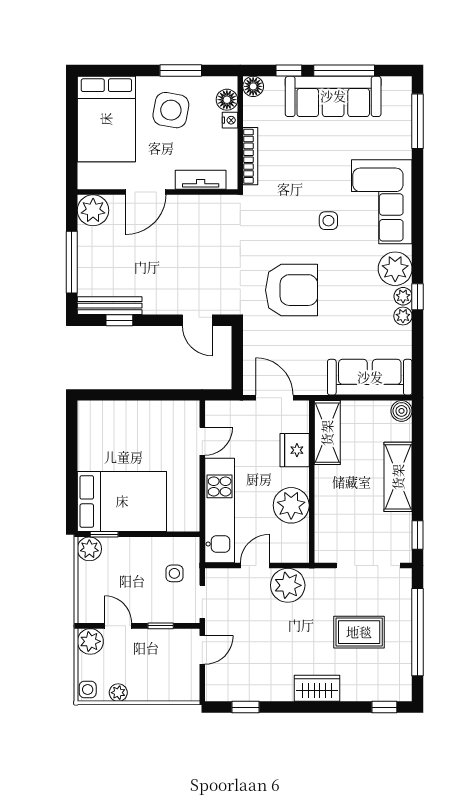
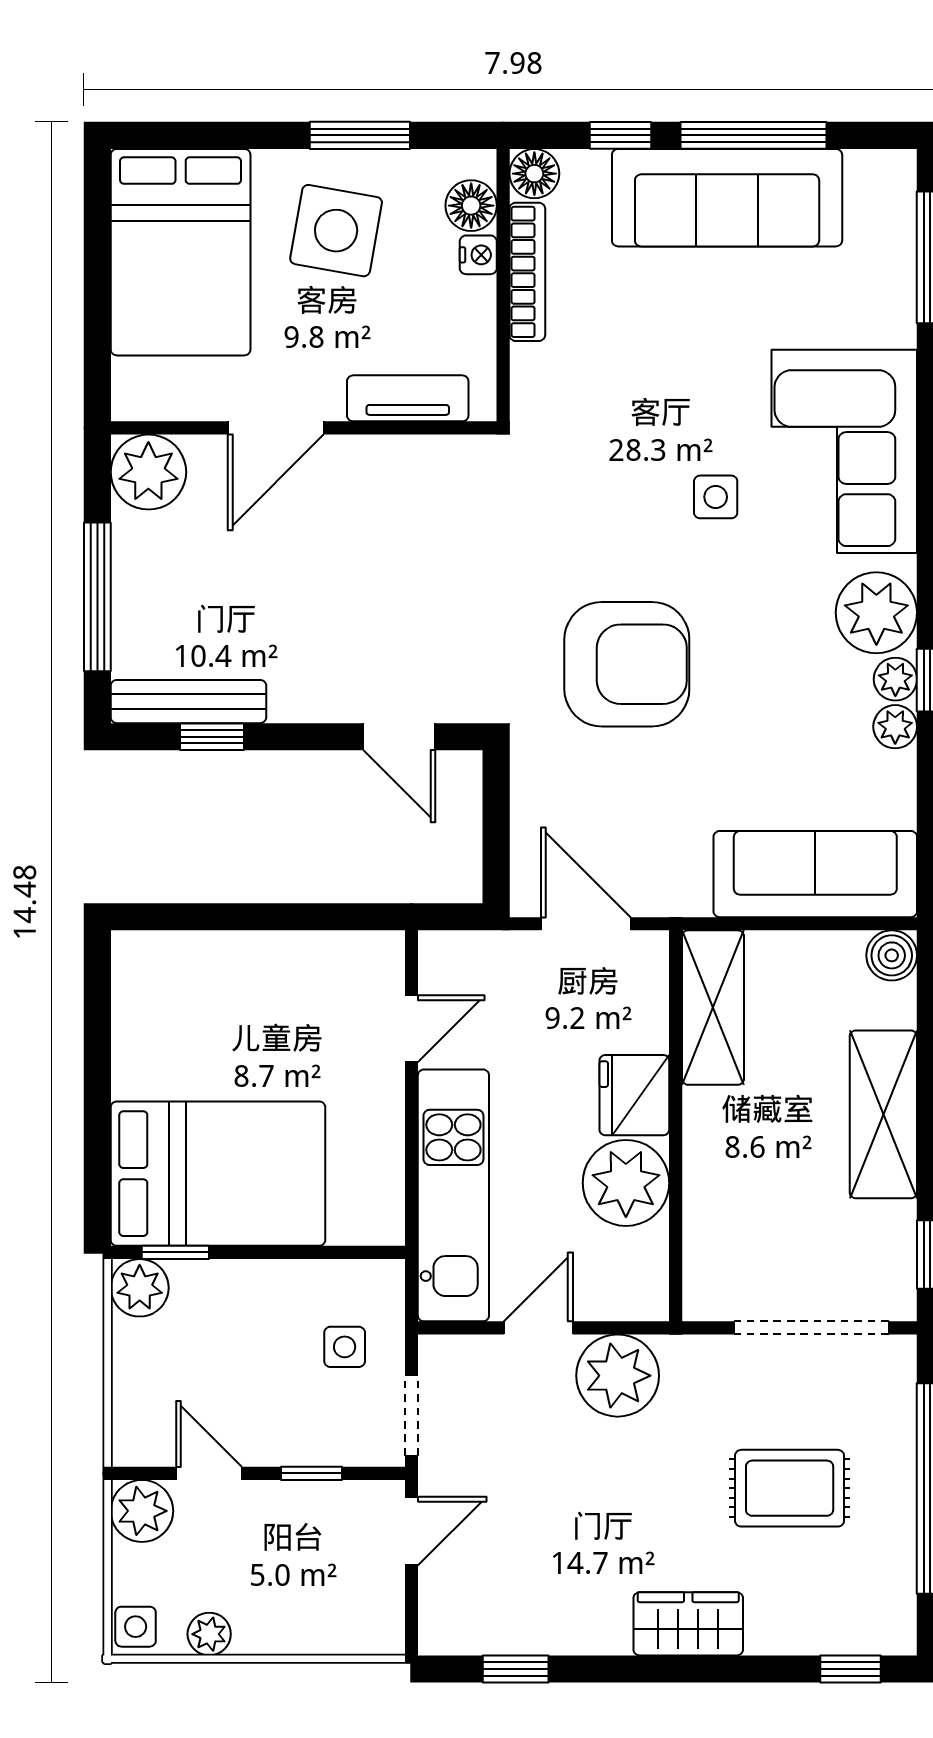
bookcase: (250, 156) -> (527, 272), moved
fridge: (295, 450) -> (634, 1095), moved

